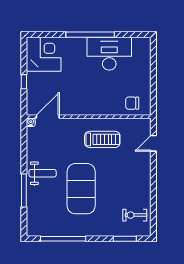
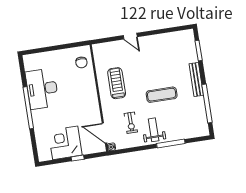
corner desk: (44, 54) -> (65, 143), moved
door: (153, 143) -> (130, 36), moved
exercise mat: (81, 189) -> (162, 95), width x0.50, depth x0.69
exercise bike: (135, 215) -> (131, 123), moved
bench: (92, 231) -> (196, 80), added

